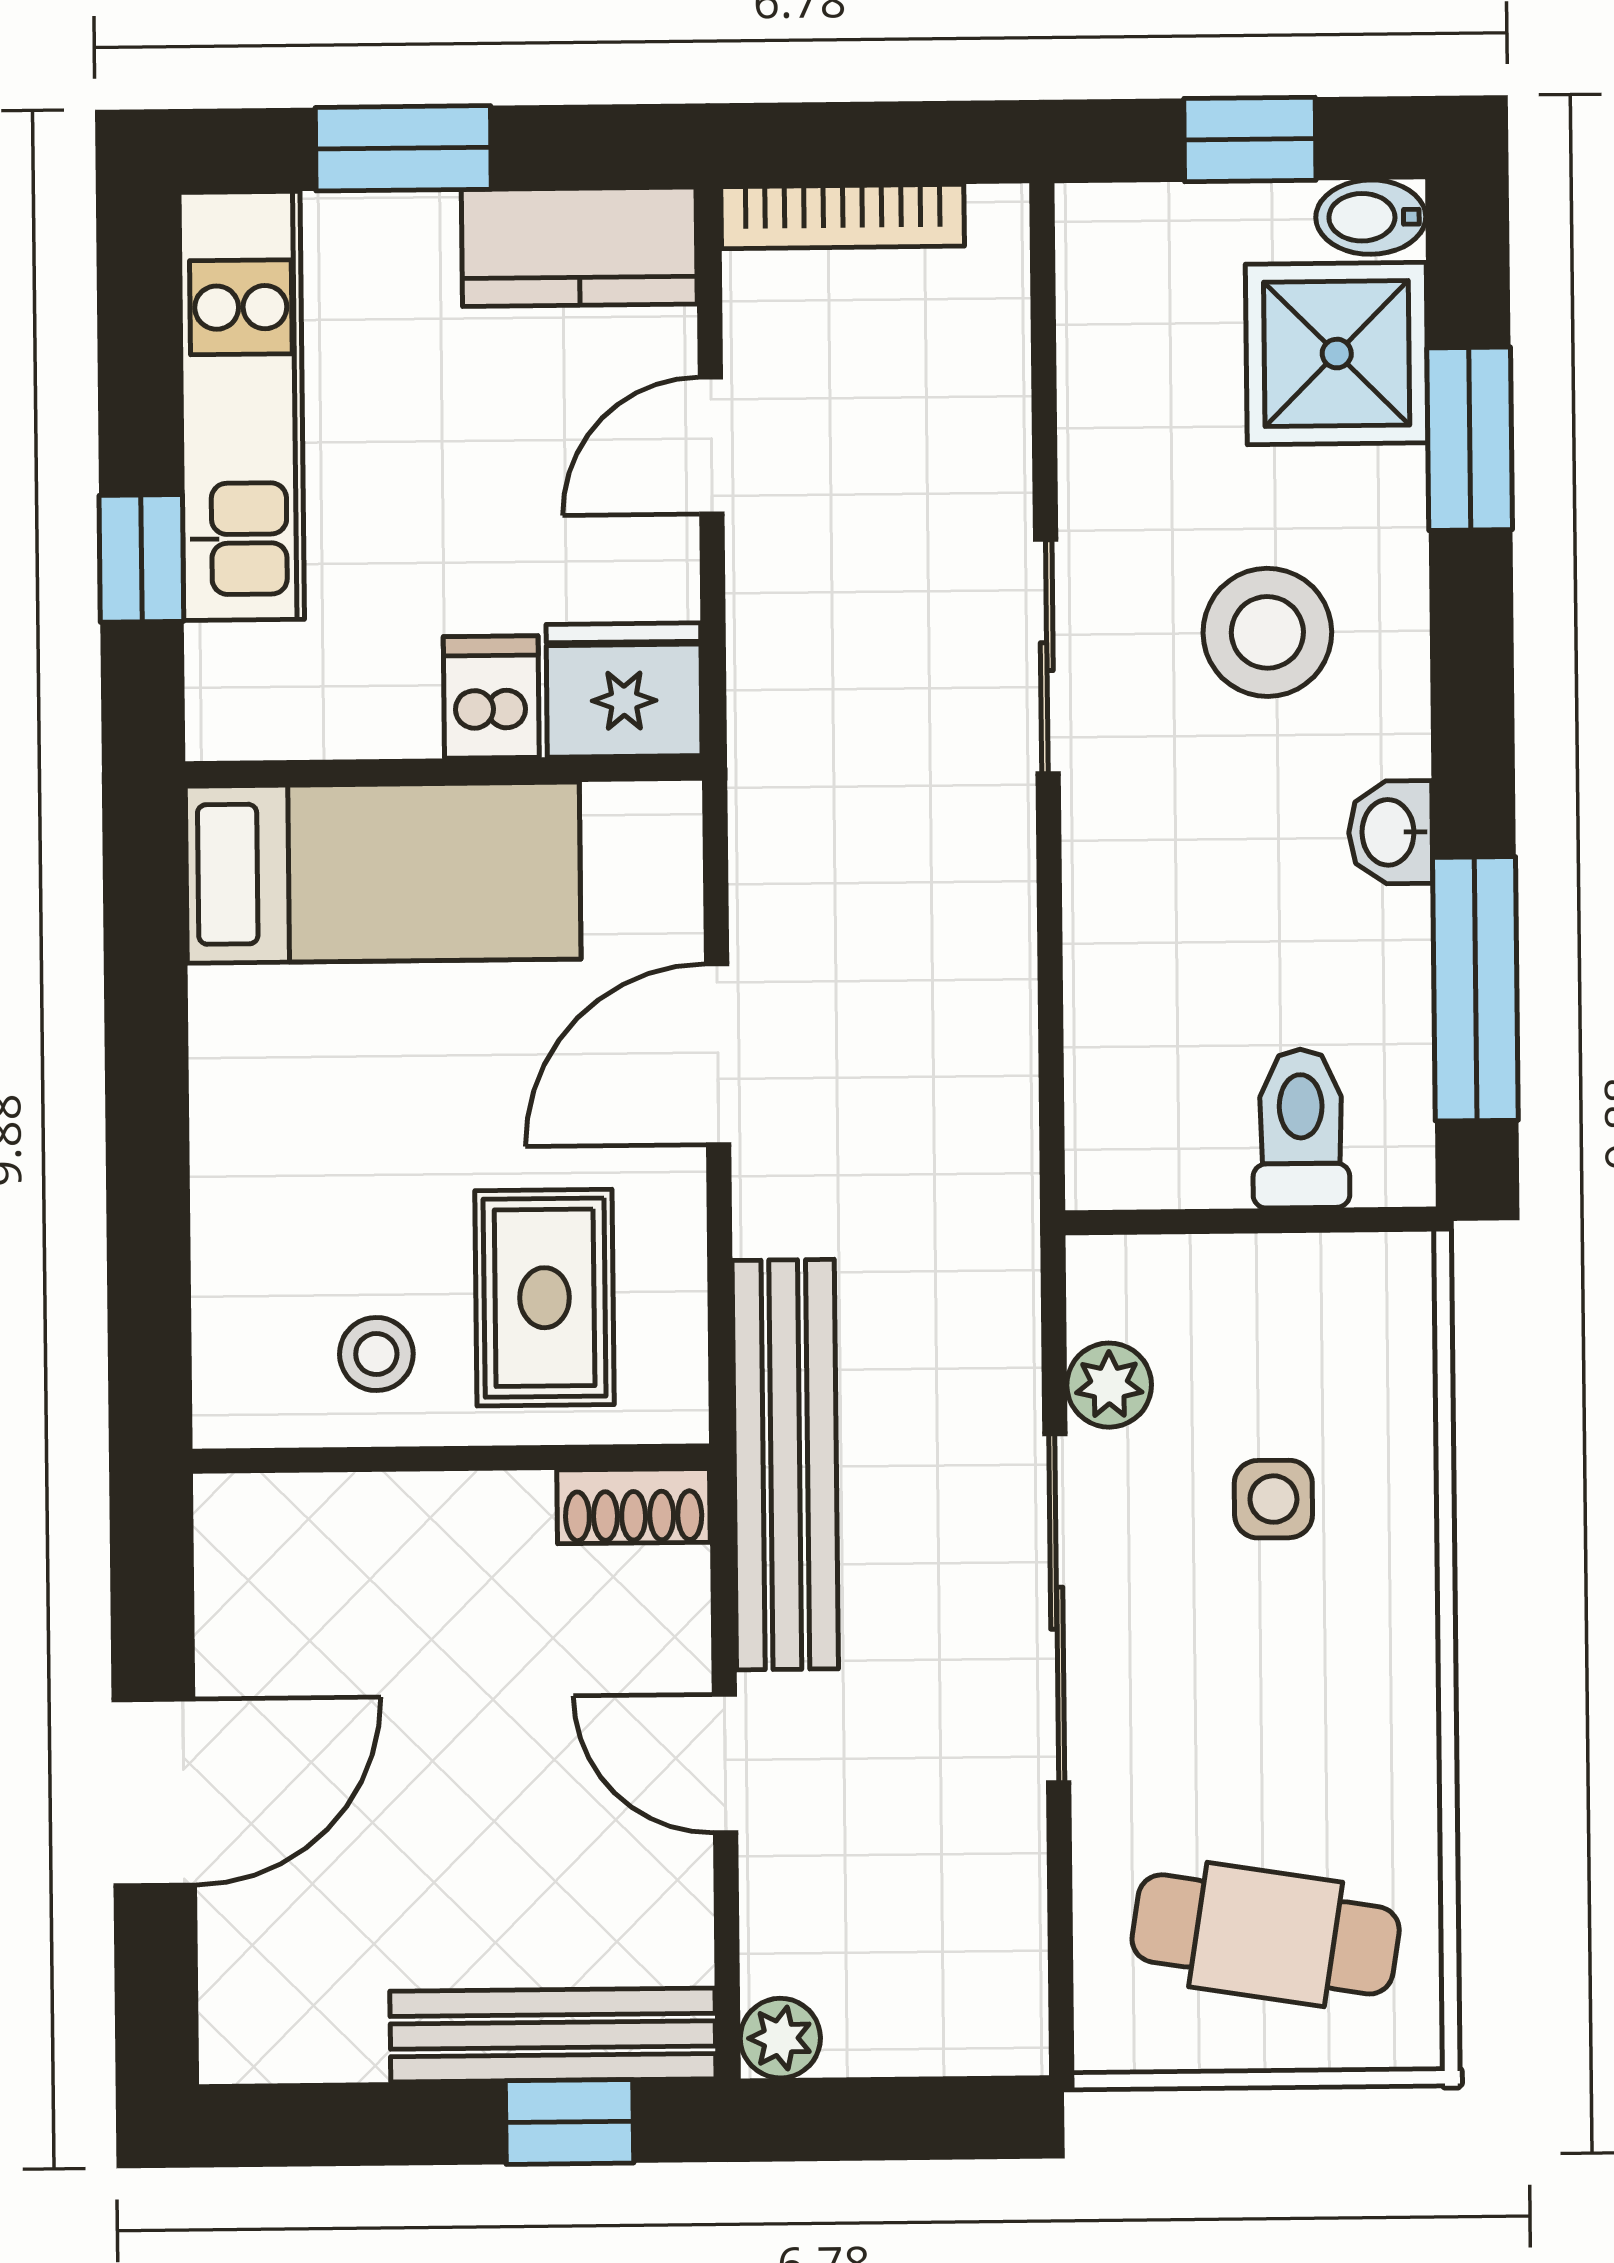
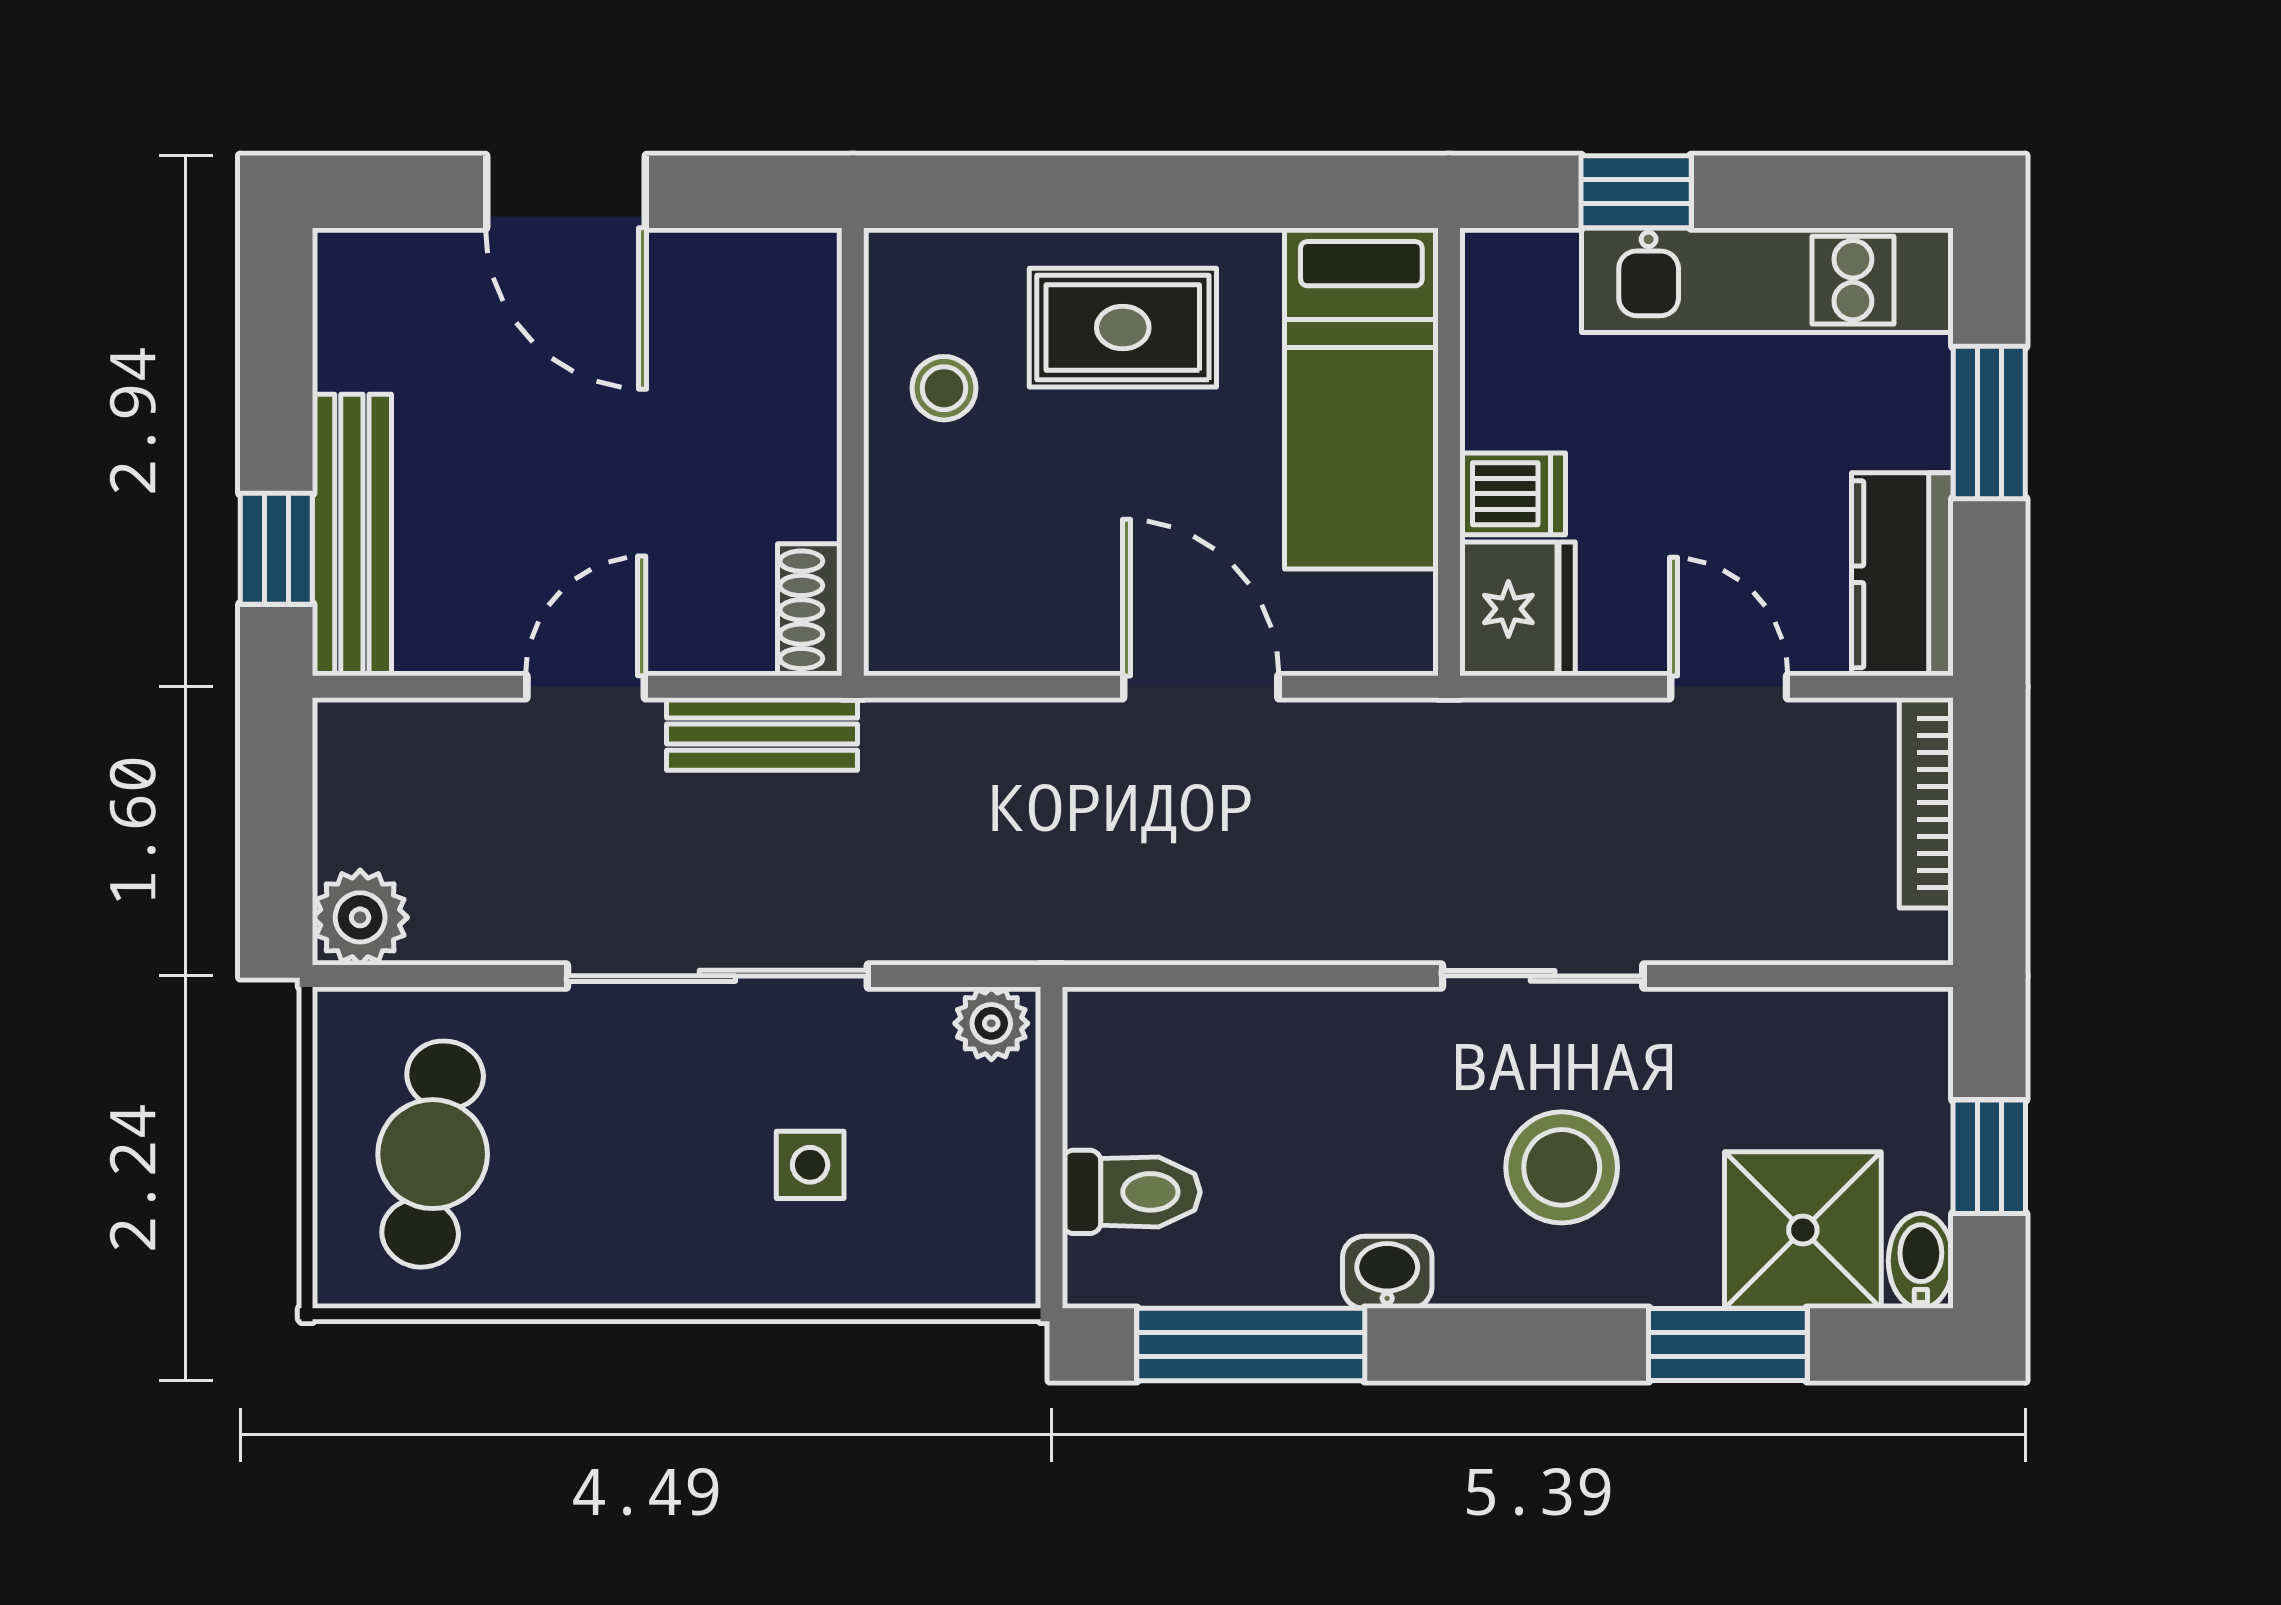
rug: (545, 1298) -> (1123, 328), moved
plant: (1109, 1385) -> (991, 1023), moved
bench: (785, 1465) -> (762, 734), width x0.54, depth x0.82
plant: (780, 2038) -> (360, 917), moved, width x1.38, depth x1.38

